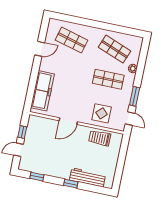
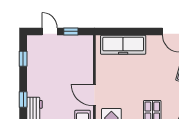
door: (68, 121) -> (94, 95), moved

